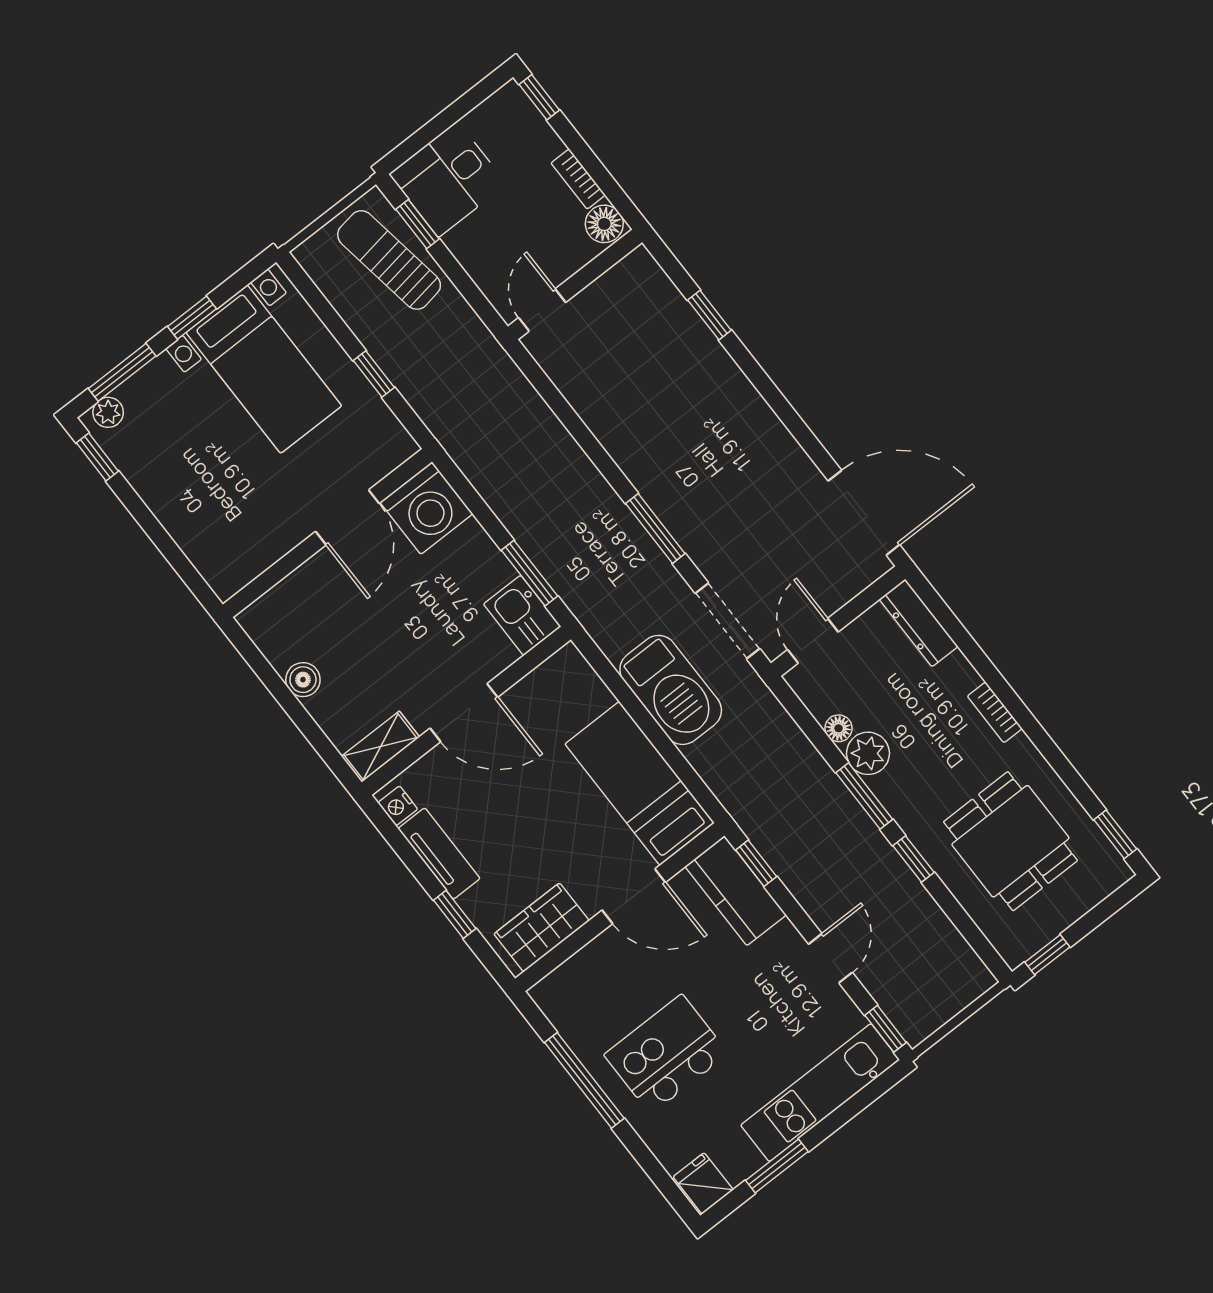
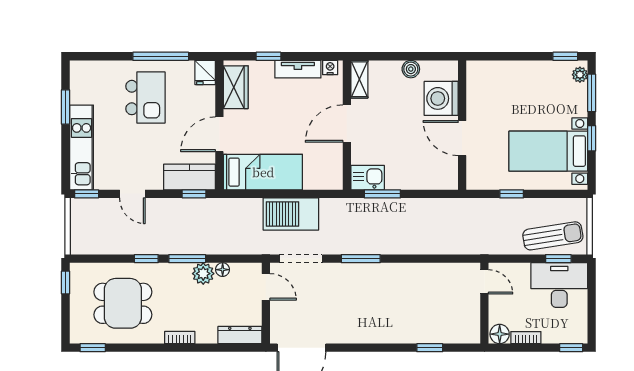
desk: (448, 179) -> (559, 285), width x1.37
washing machine: (426, 508) -> (441, 98), moved
fridge: (703, 1183) -> (205, 72), moved, turned 90

